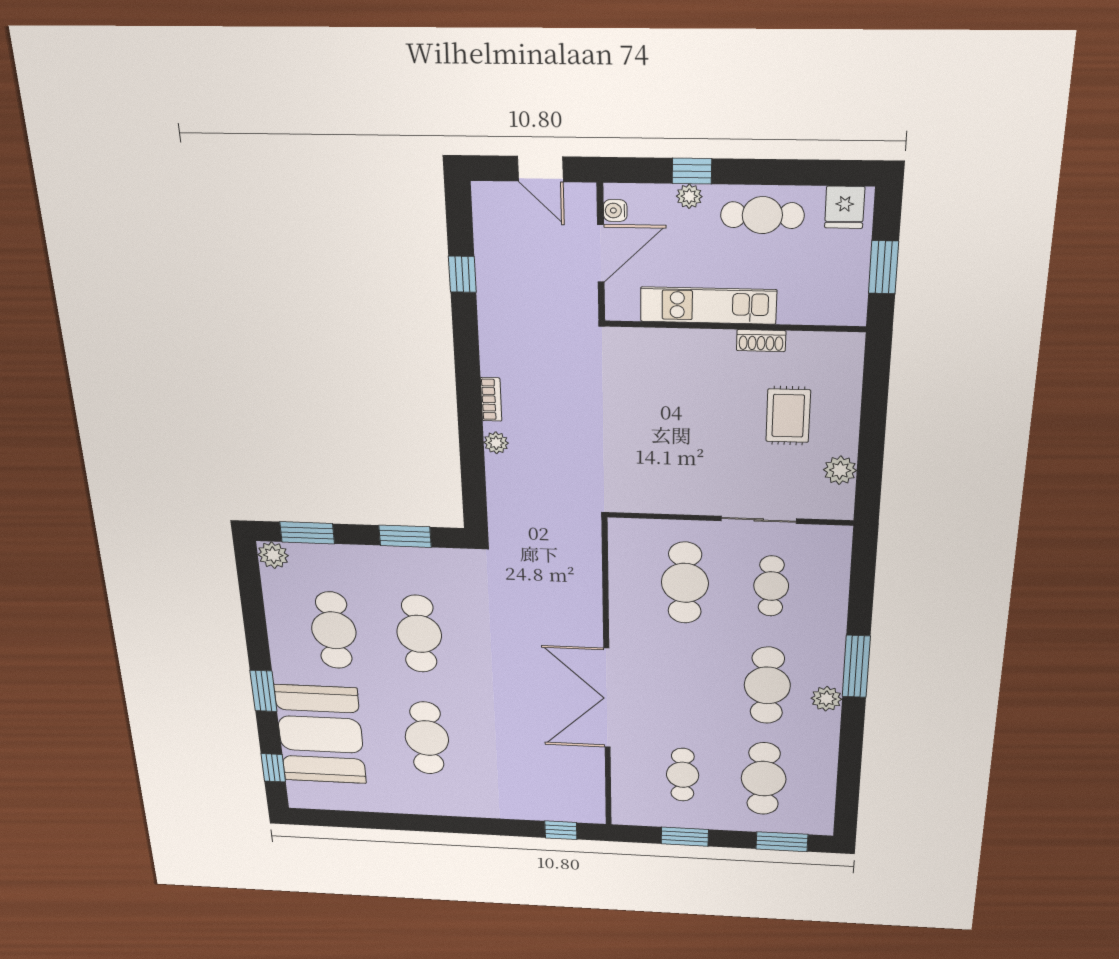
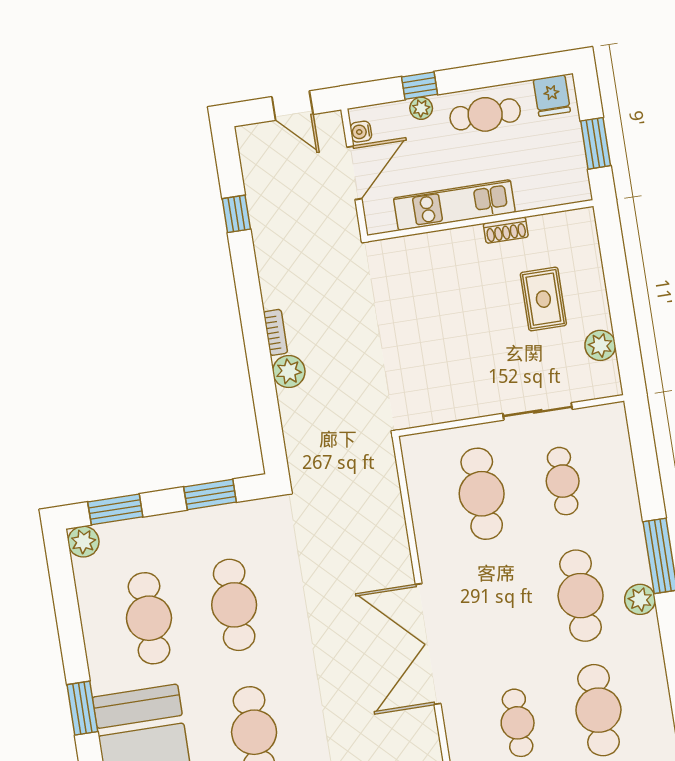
plant: (496, 443) -> (289, 371), width x1.38, depth x1.38

